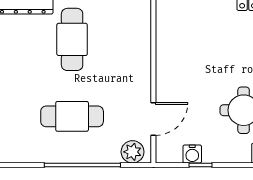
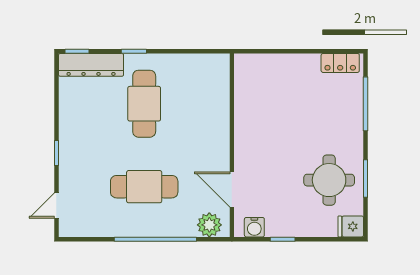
door: (153, 119) -> (232, 190), swing flipped
water cooler: (192, 154) -> (254, 227), moved

